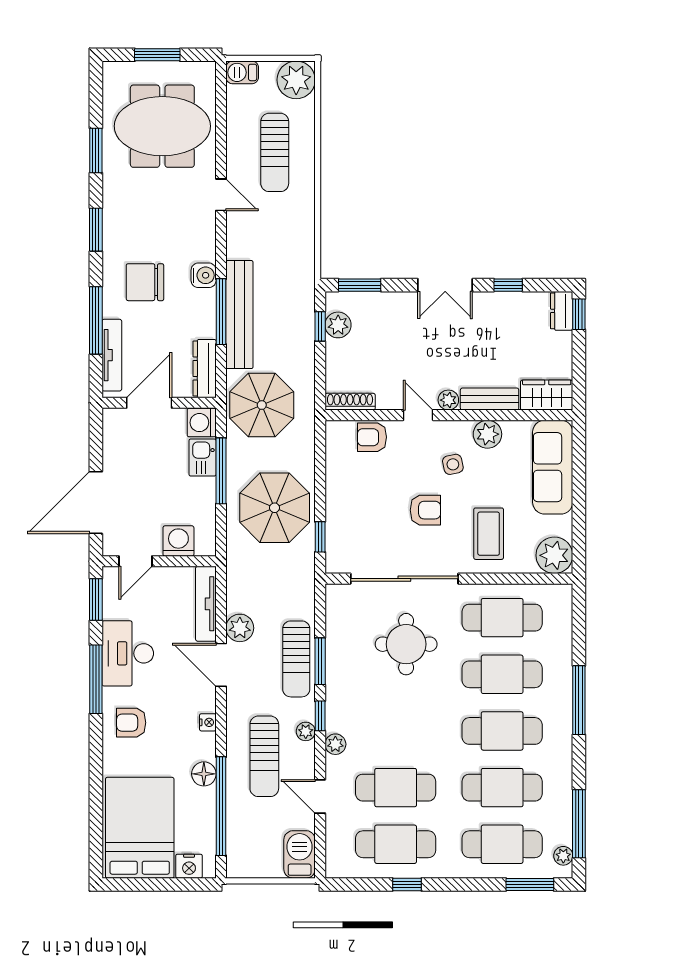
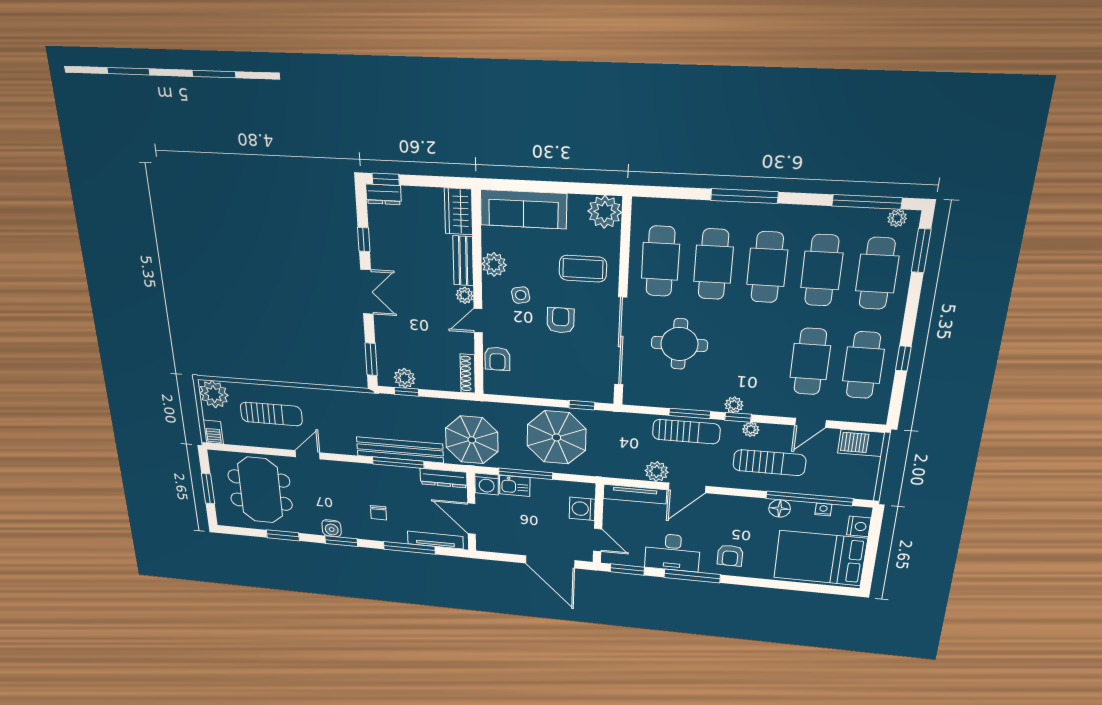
water cooler: (204, 275) -> (332, 528), moved, turned 180
chair: (145, 282) -> (378, 513), width x0.54, depth x0.54
nightstand: (208, 722) -> (823, 509), moved
plant: (335, 744) -> (734, 405), moved

